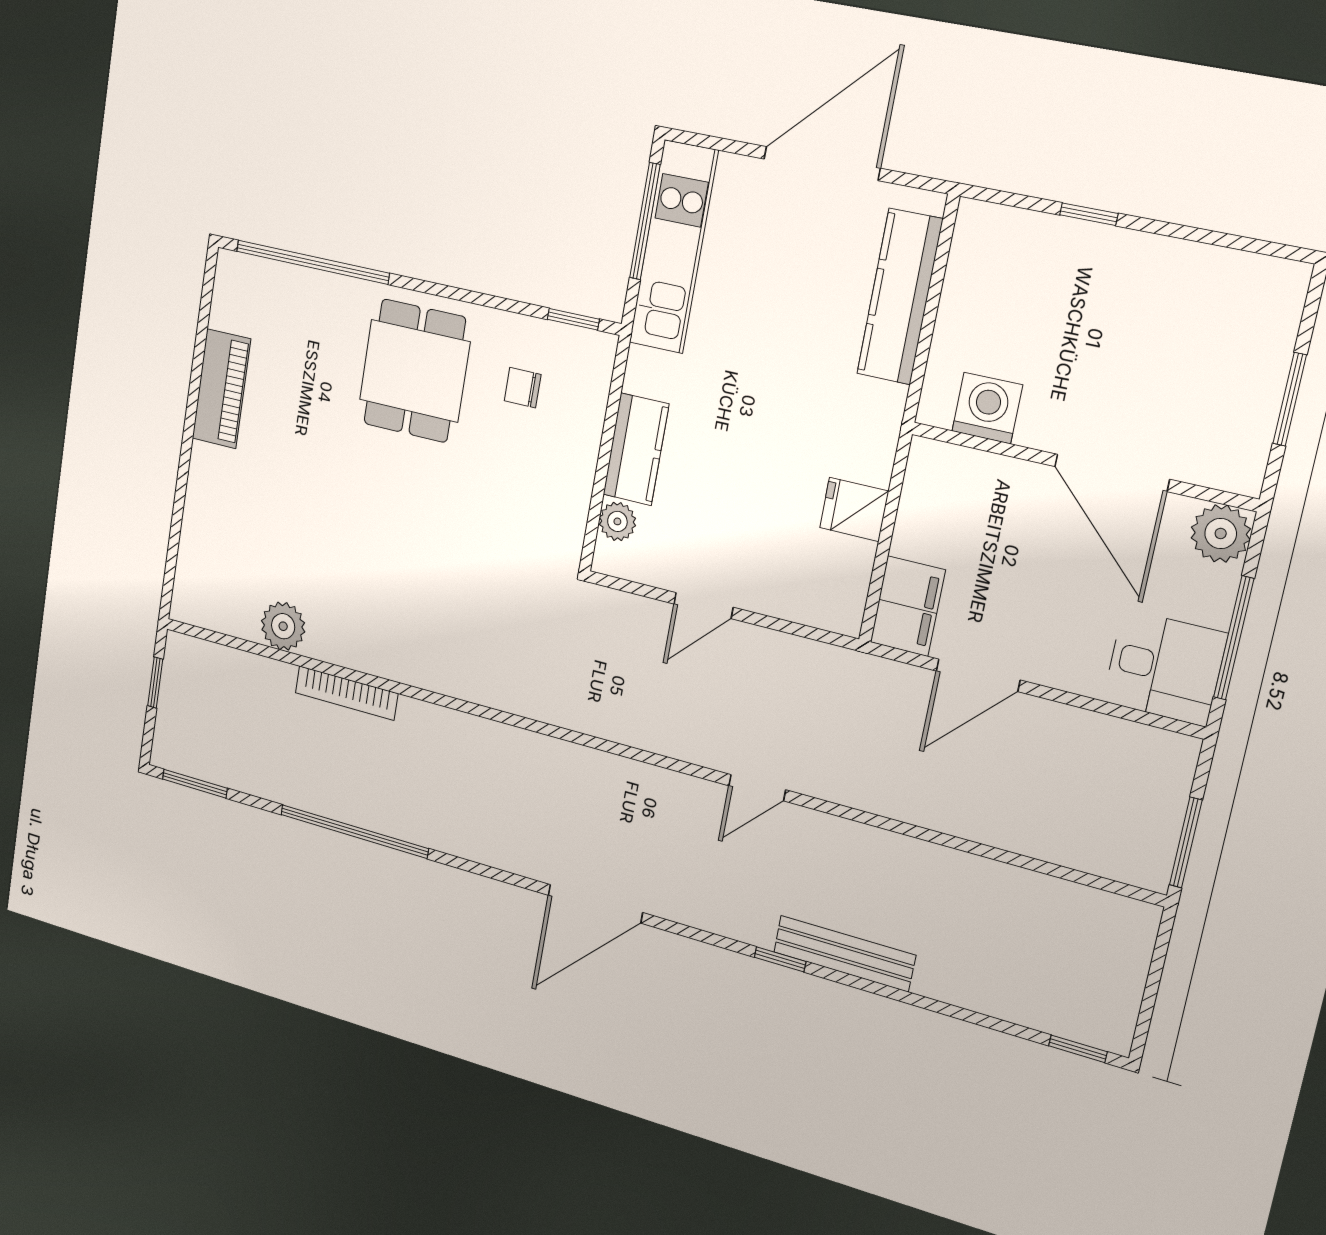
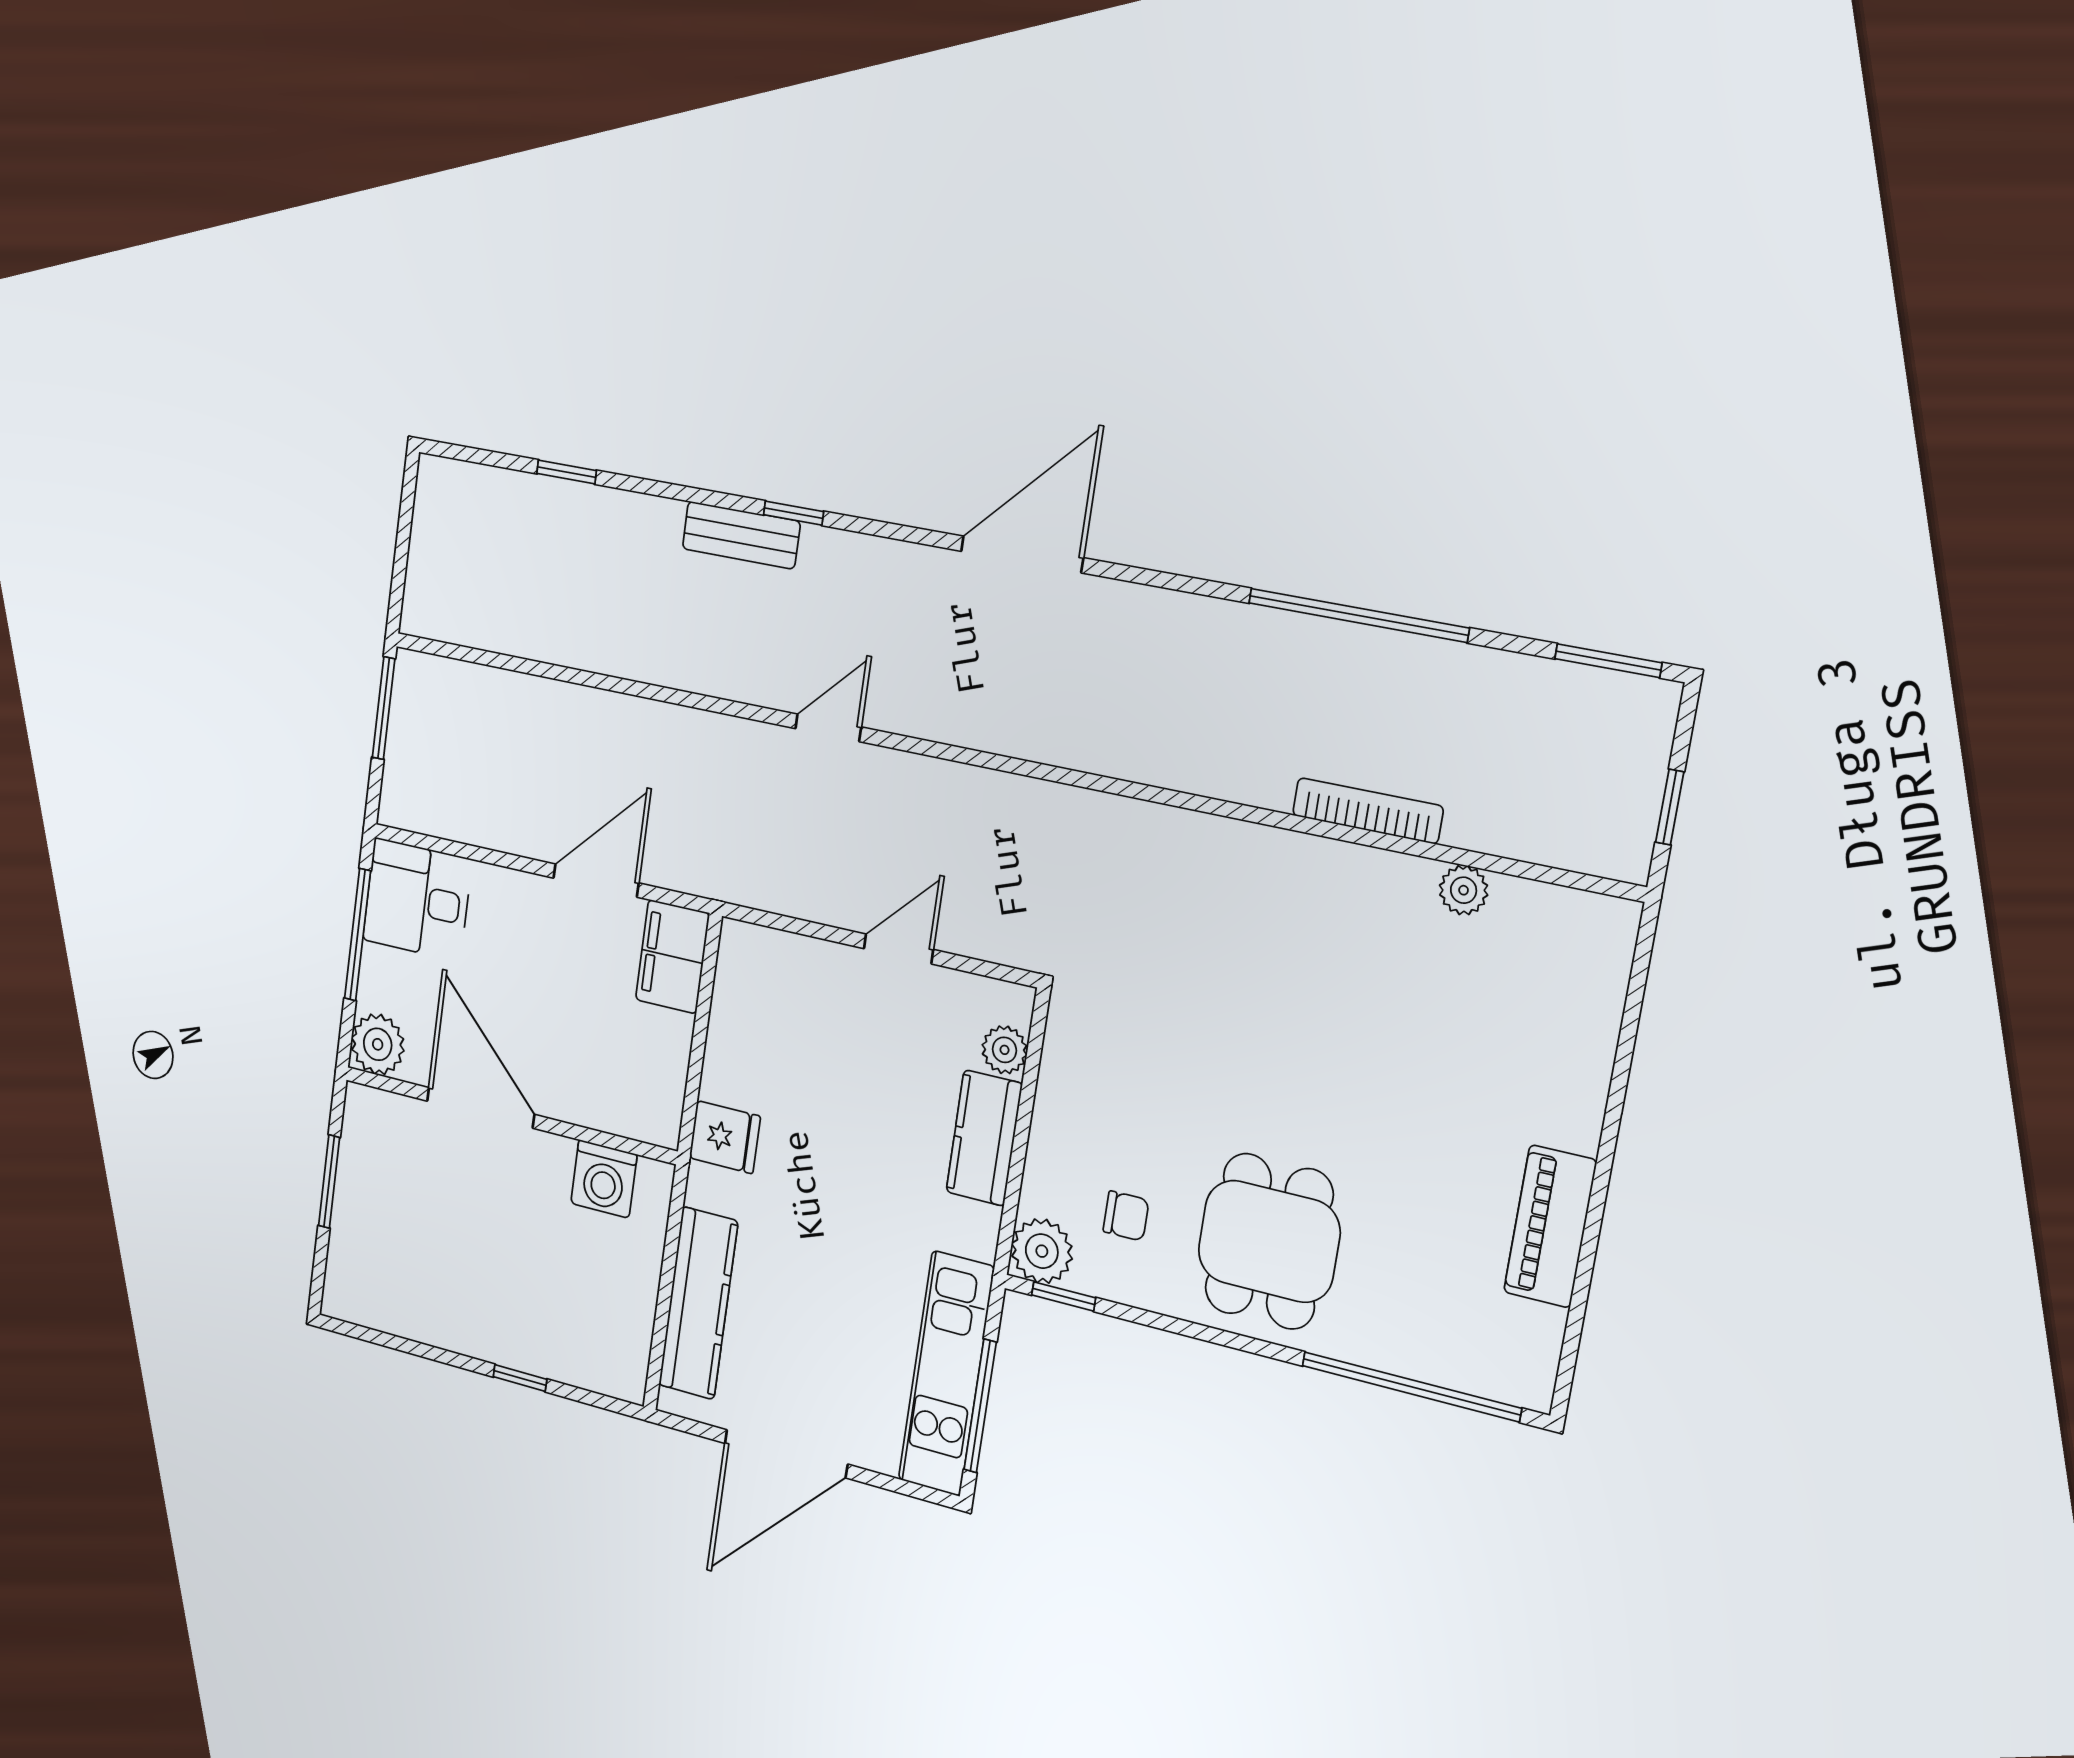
plant: (590, 356) -> (1042, 1251), added
fridge: (854, 509) -> (725, 1137), moved
plant: (283, 626) -> (1464, 890), width x0.73, depth x0.73
bench: (844, 954) -> (741, 535), width x0.73
window: (1078, 1049) -> (566, 472), moved

